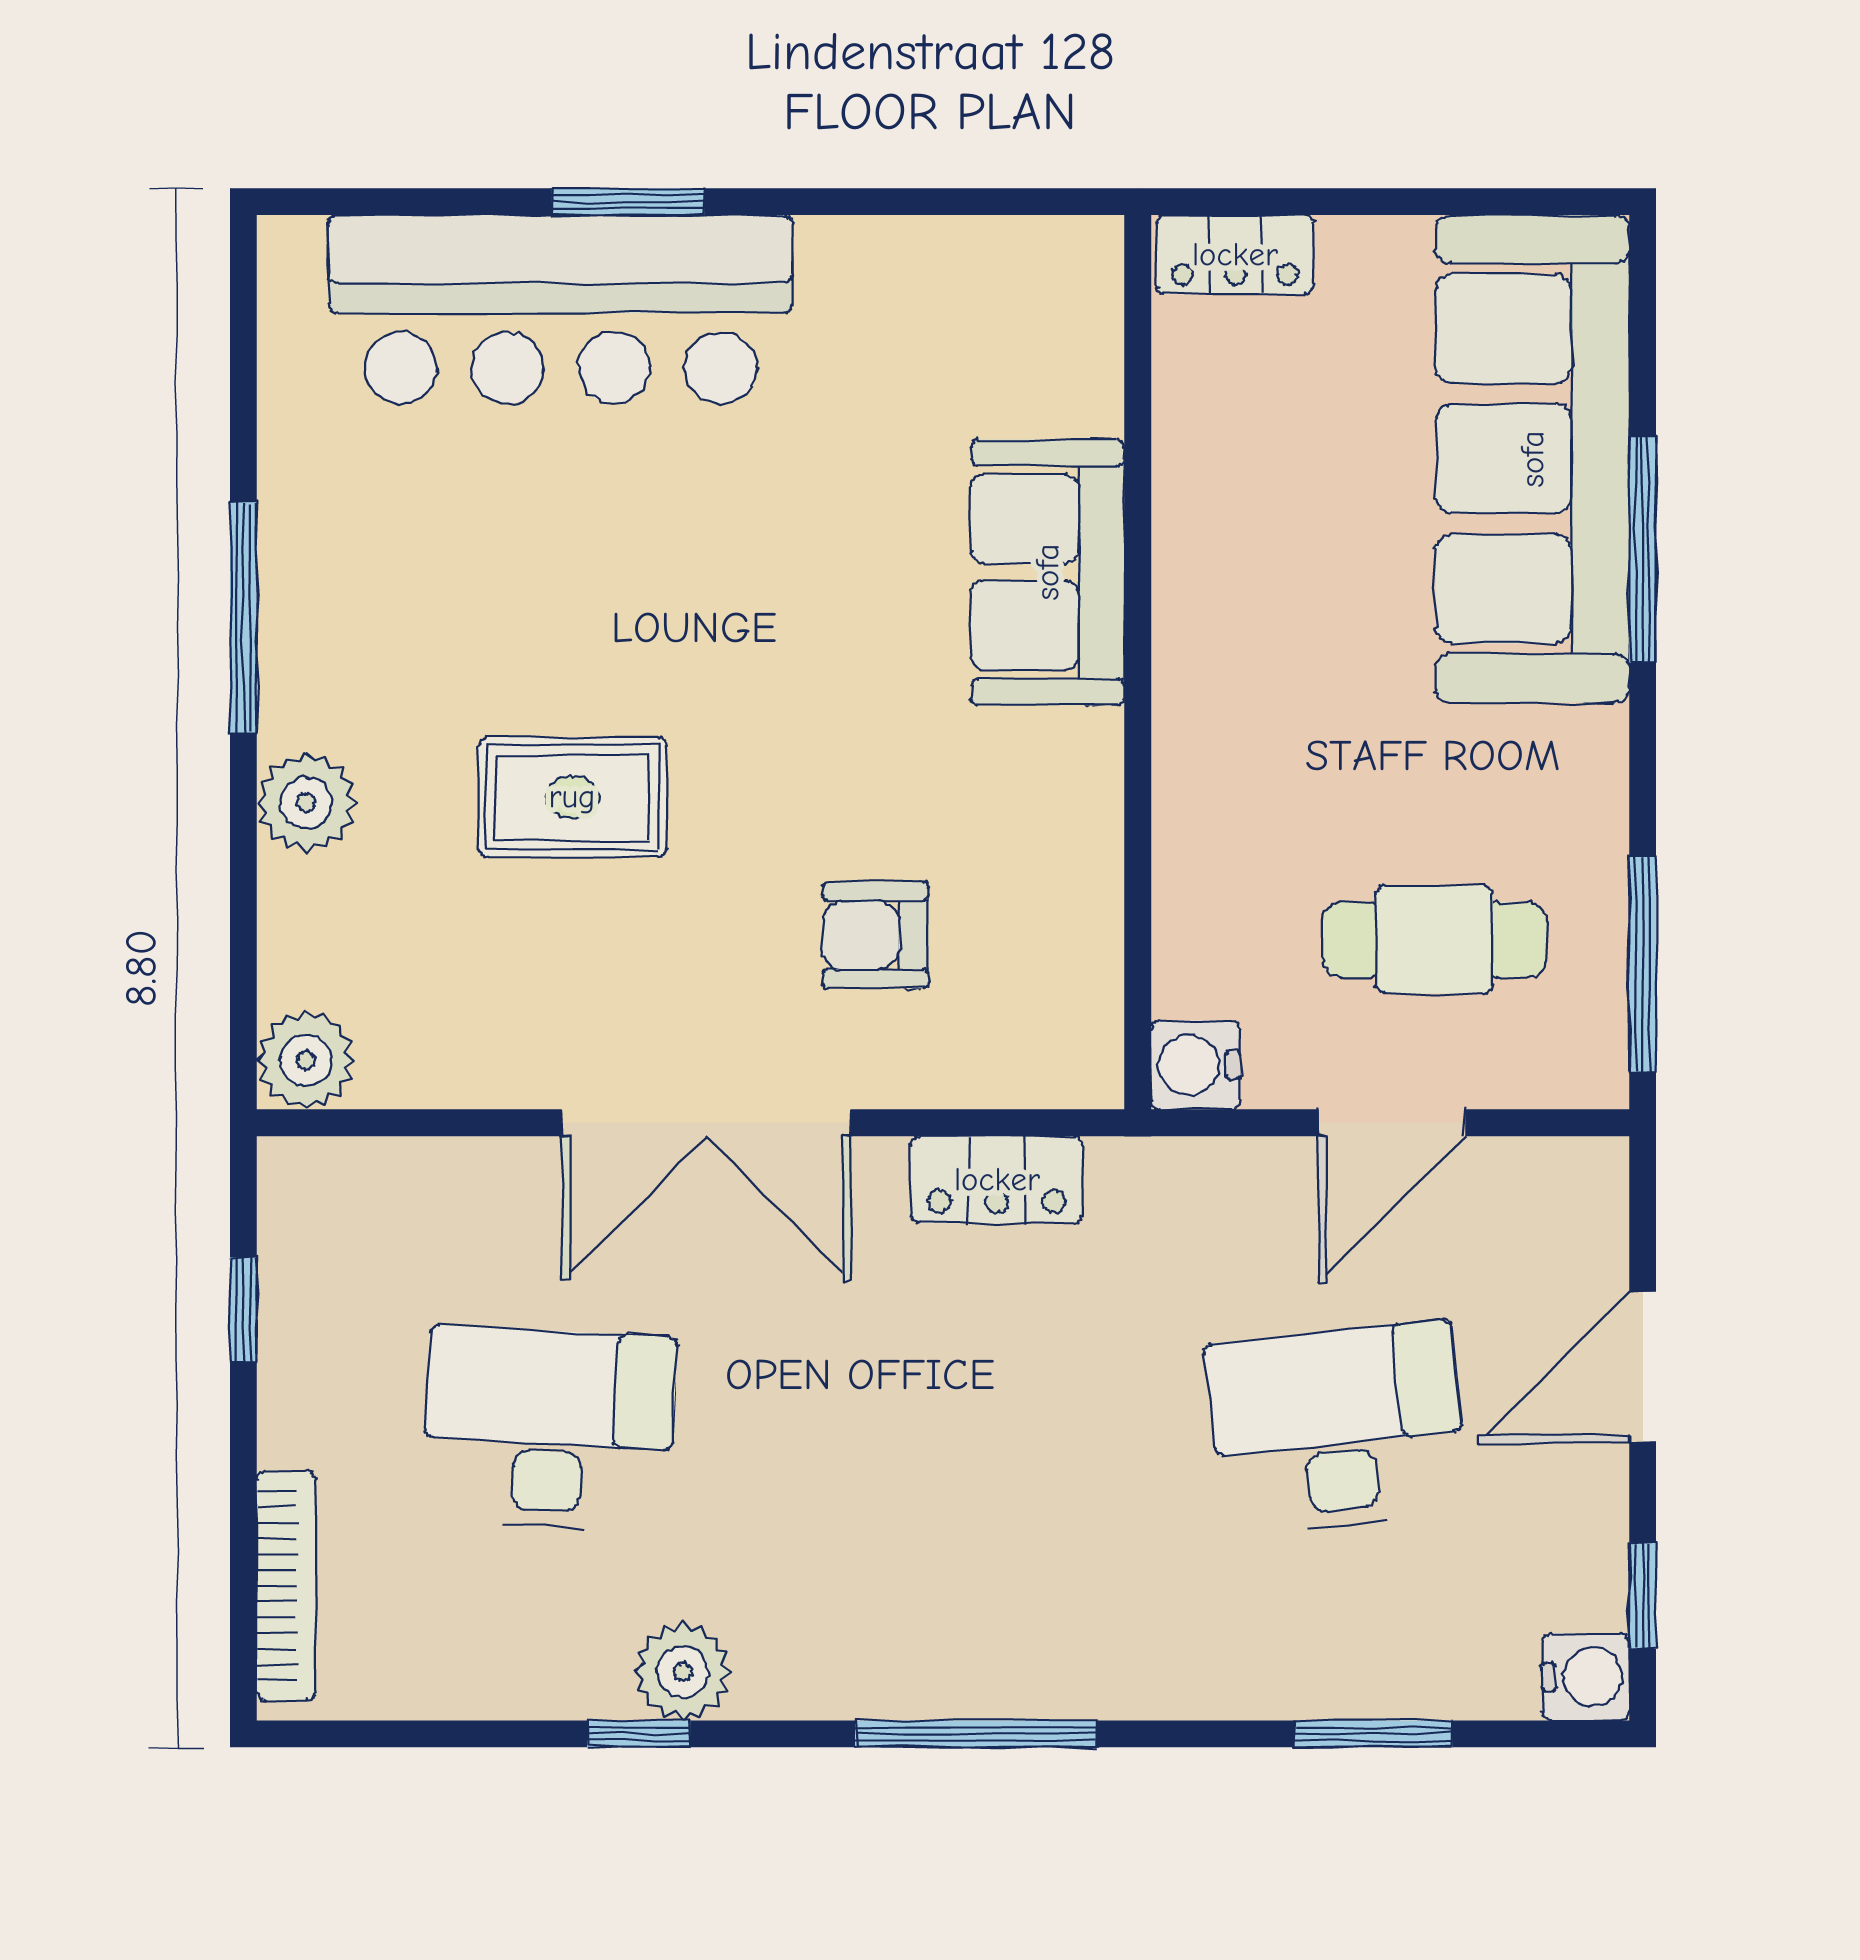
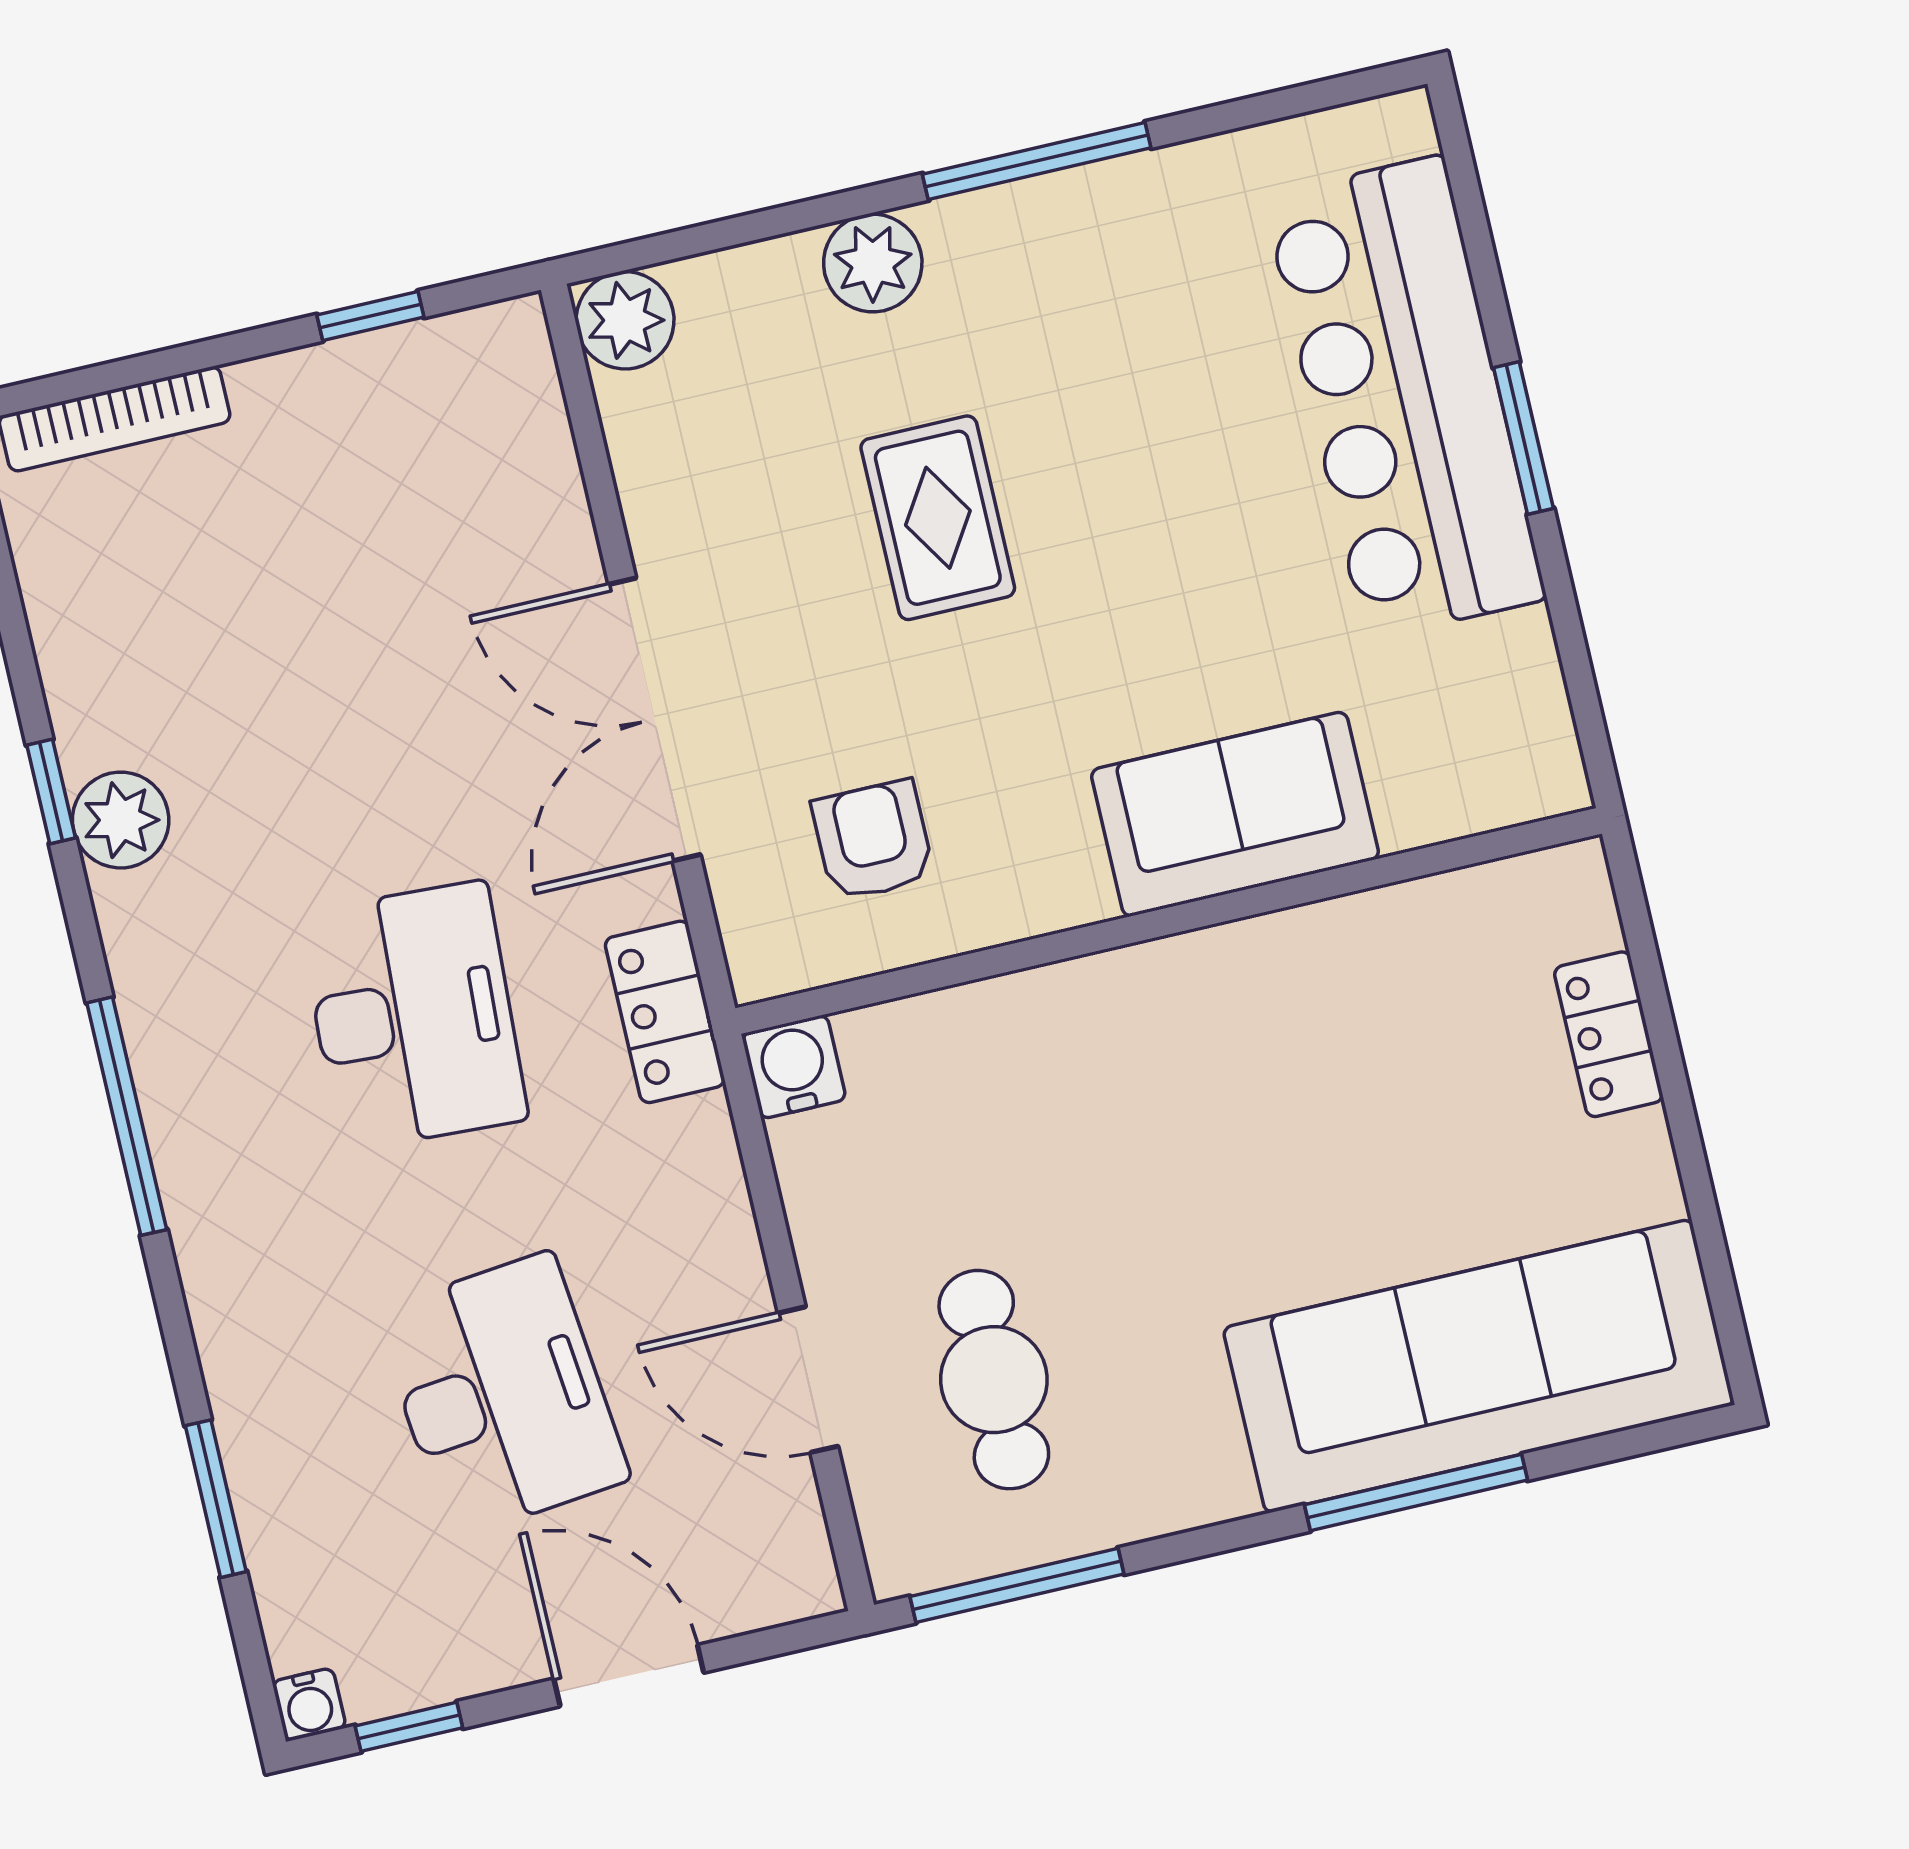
sofa: (1048, 572) -> (1235, 814), moved
wall: (1138, 662) -> (1169, 921), moved
water cooler: (1196, 1065) -> (794, 1067), moved
desk: (549, 1428) -> (413, 1016), moved
water cooler: (1586, 1677) -> (309, 1705), width x0.72, depth x0.72

